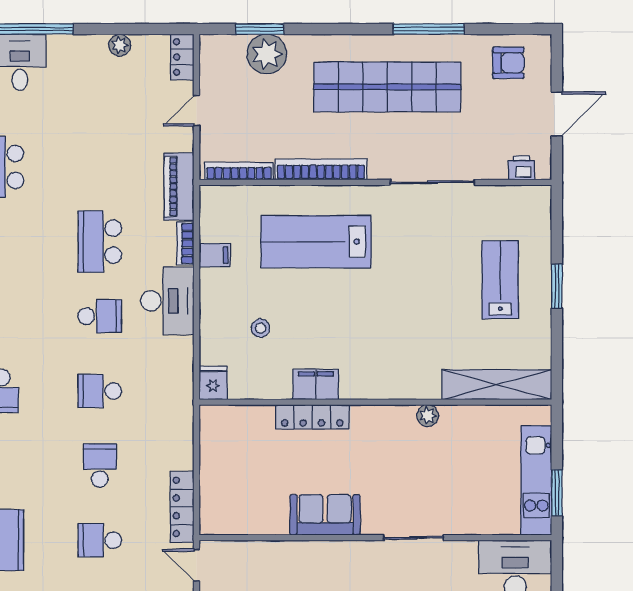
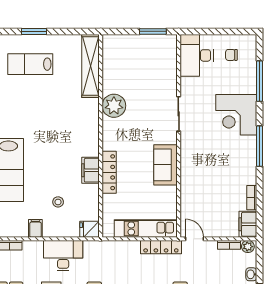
filing cabinet: (215, 255) -> (35, 228), moved
desk: (167, 301) -> (63, 256), moved
plant: (428, 416) -> (114, 106), width x1.88, depth x1.88
kitchen unit: (536, 480) -> (146, 228), moved, turned 180
door: (196, 565) -> (194, 239), swing flipped

